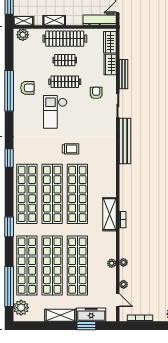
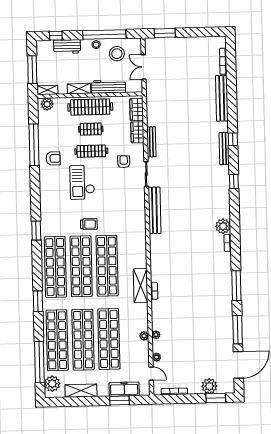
workbench: (100, 19) -> (108, 87), moved
window: (9, 91) -> (34, 145), moved
trolley: (71, 149) -> (89, 224), moved
shelving: (60, 315) -> (81, 391), moved

